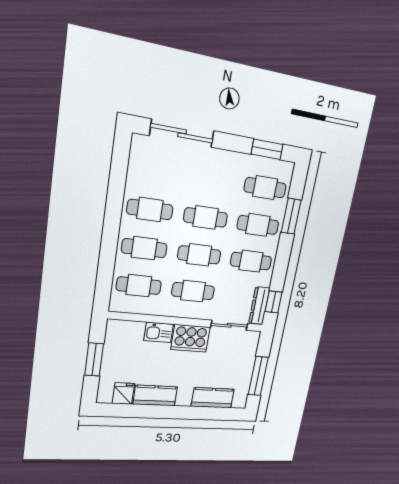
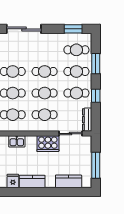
window: (273, 302) -> (96, 96), moved
kitchen sink: (159, 332) -> (17, 141), moved

